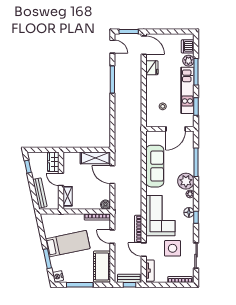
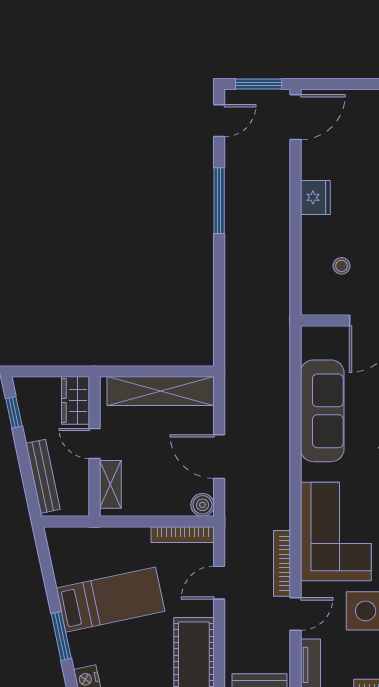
door: (144, 45) -> (295, 117), hinge flipped
door: (112, 47) -> (219, 121), hinge flipped
fridge: (152, 68) -> (315, 197), moved
shelving: (95, 158) -> (161, 391), width x1.47
door: (112, 175) -> (219, 457), moved
door: (112, 237) -> (219, 583), hinge flipped
door: (144, 250) -> (295, 614), swing flipped

